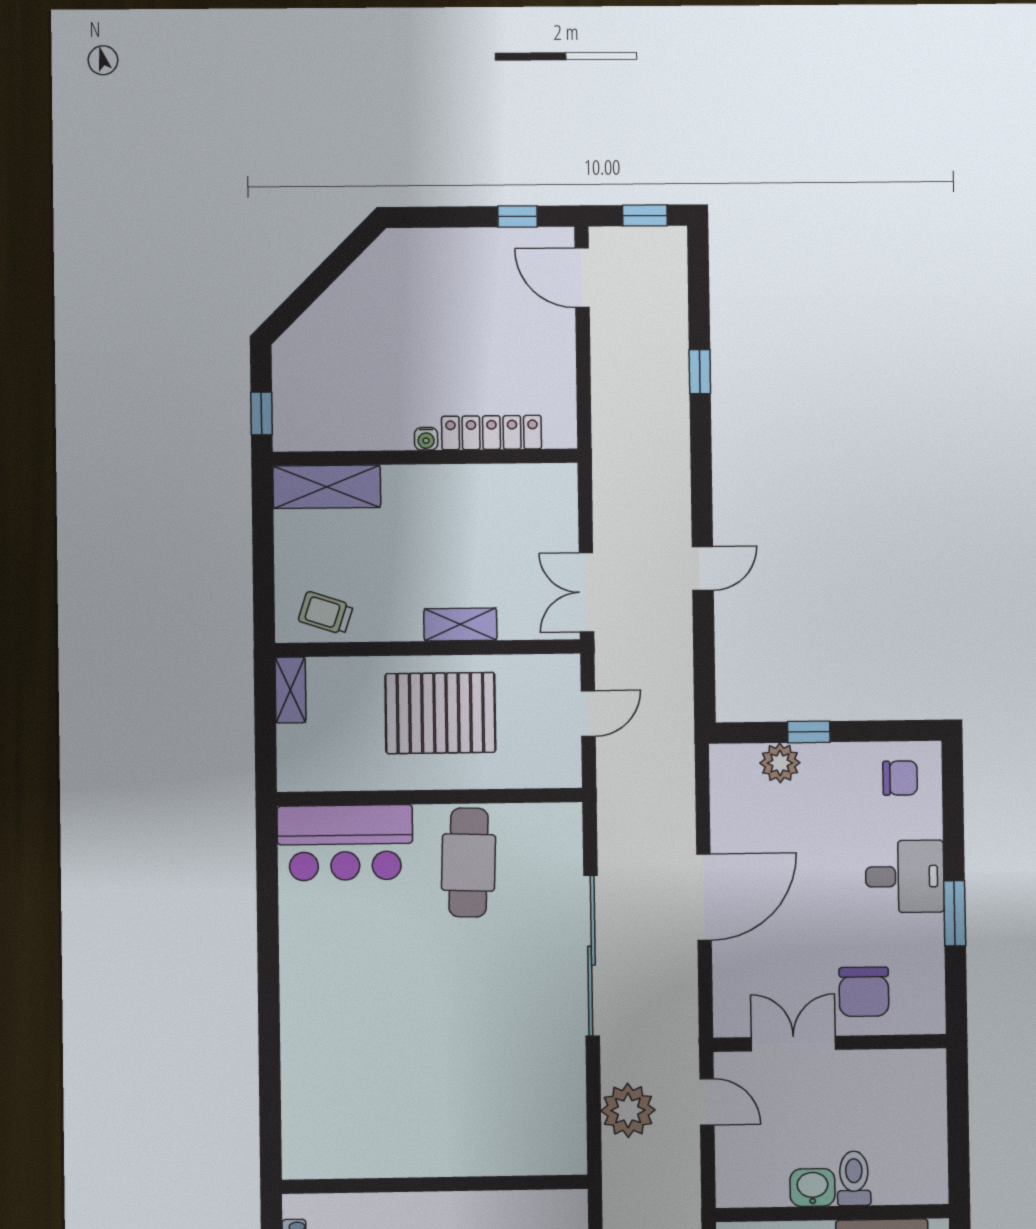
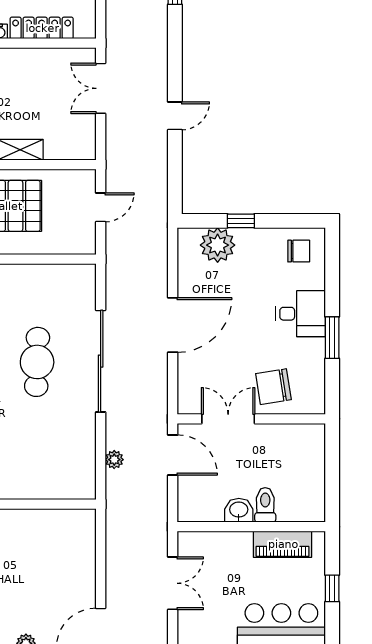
double door: (586, 592) -> (101, 88), moved
plant: (780, 763) -> (218, 245), width x1.36, depth x1.36
cafe table: (469, 862) -> (37, 362), moved
chair: (864, 992) -> (273, 387), turned 81
door: (707, 1102) -> (173, 455), width x1.38
plant: (628, 1110) -> (114, 460), width x0.53, depth x0.53

